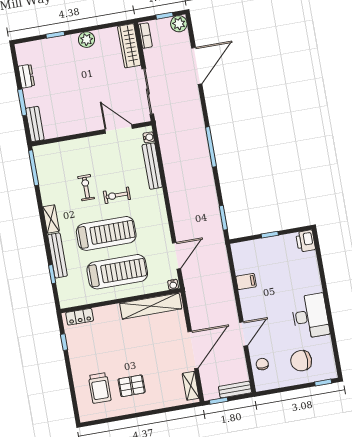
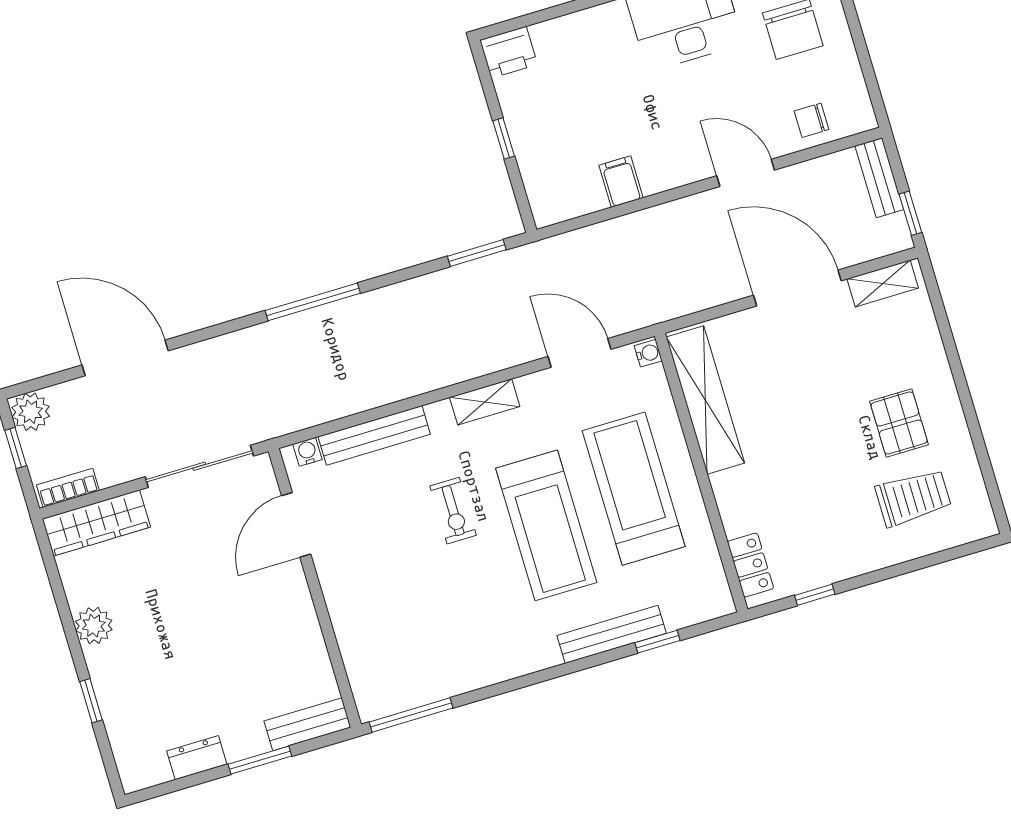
exercise bike: (86, 188) -> (444, 586), removed
shelving: (51, 219) -> (485, 402), moved
treadmill: (106, 233) -> (546, 525), turned 180

